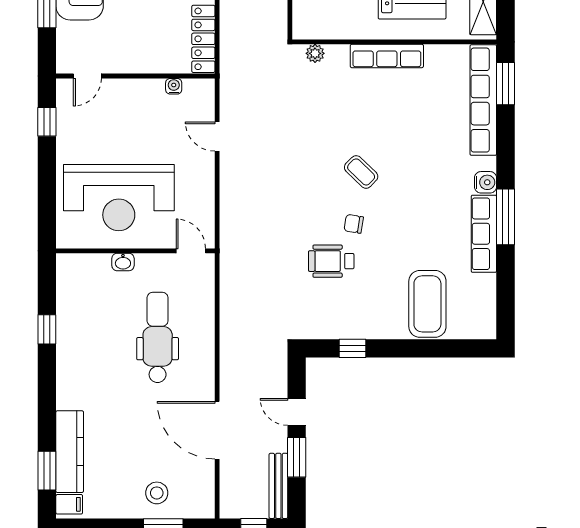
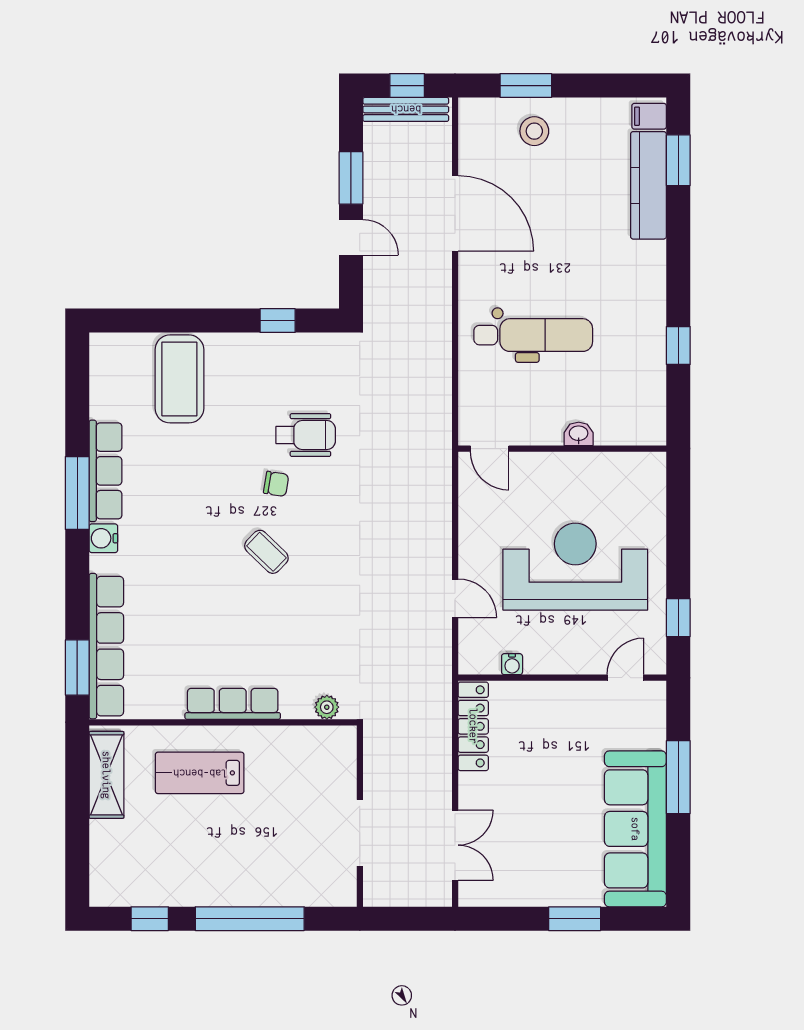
reception desk: (119, 198) -> (575, 567), moved
dental chair: (158, 337) -> (533, 335), turned -90
bench: (278, 486) -> (406, 109), moved, turned 90

